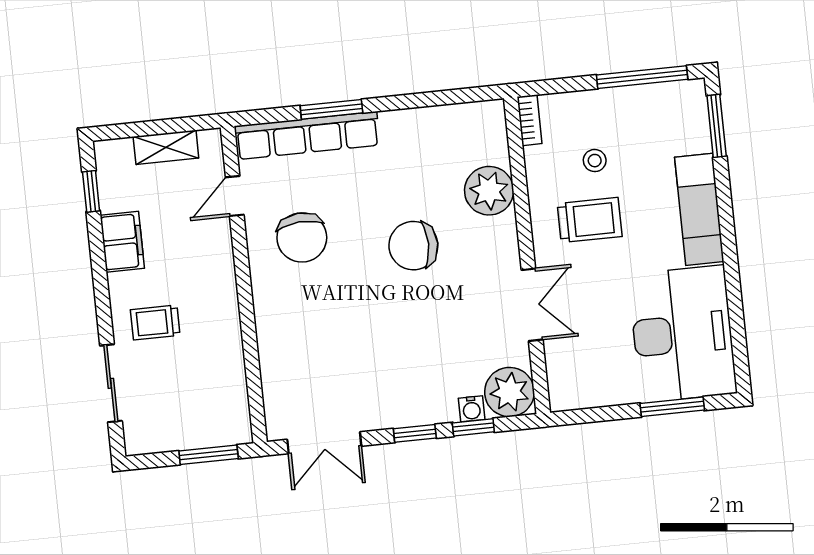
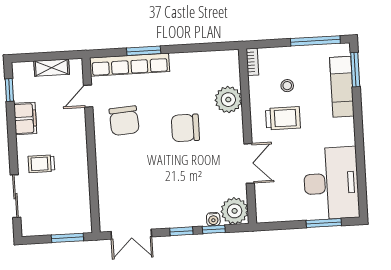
exam couch: (699, 209) -> (342, 87), moved

